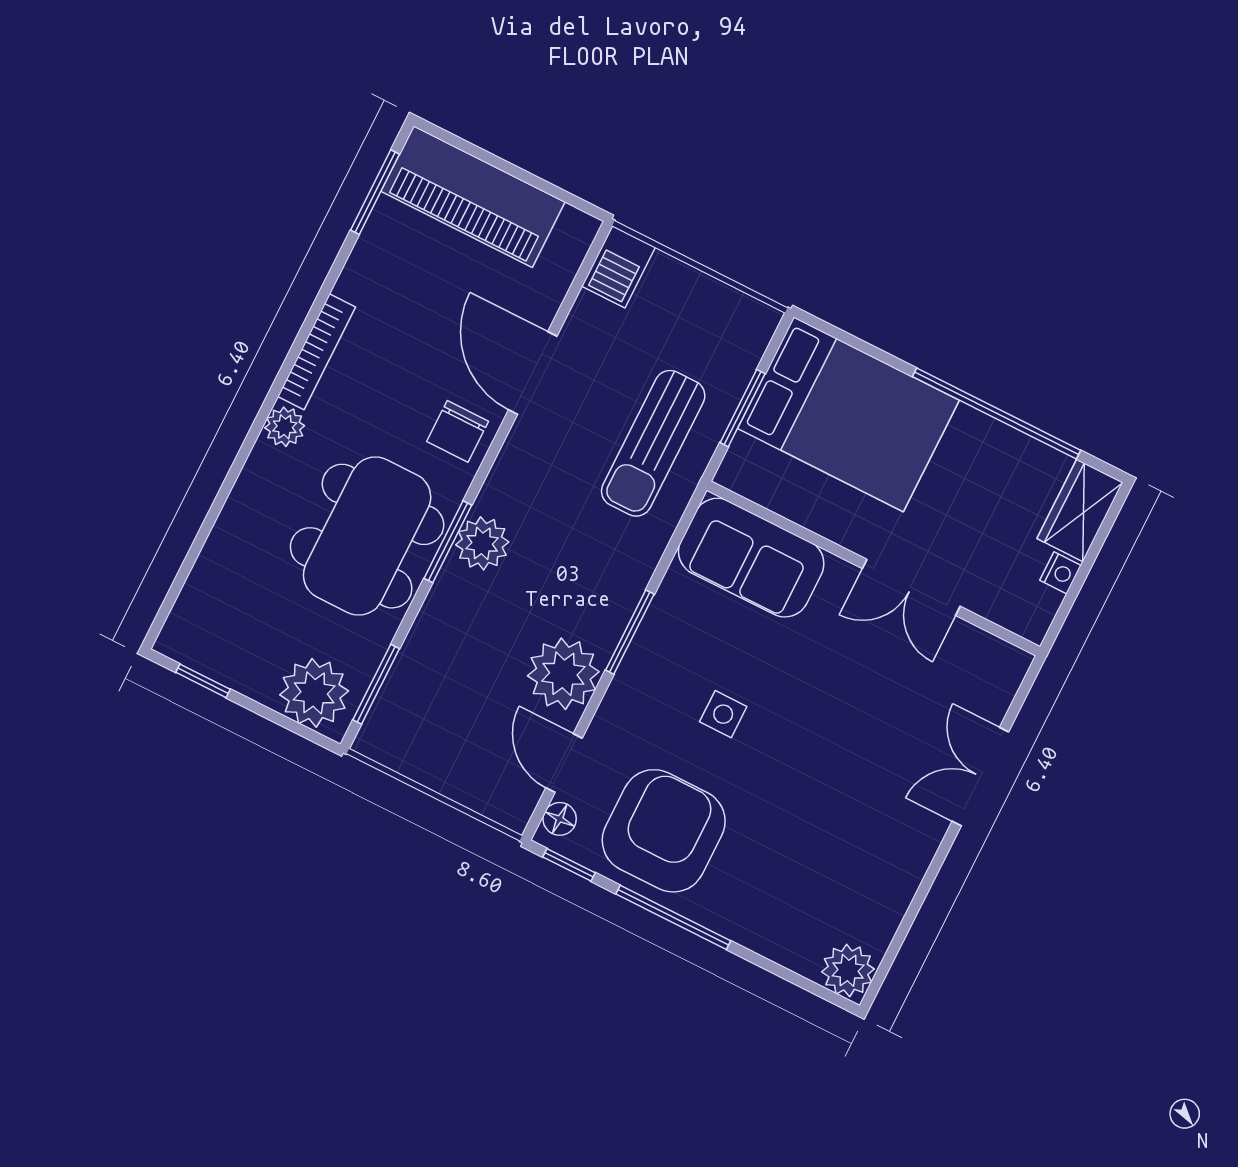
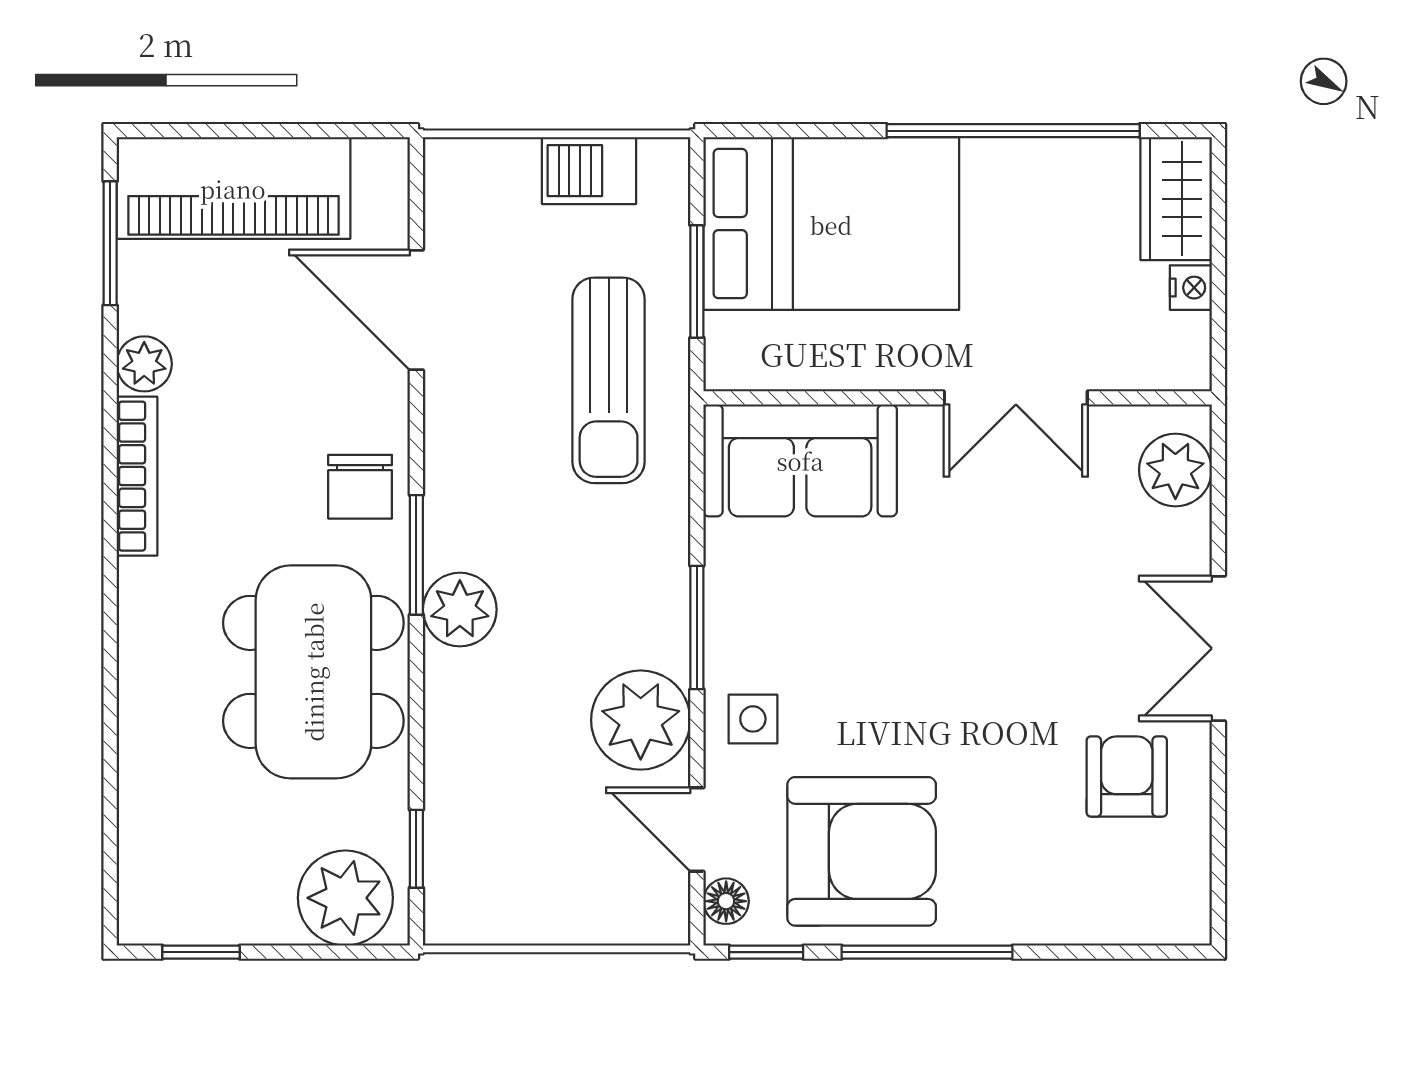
barbecue: (619, 267) -> (589, 171), moved, turned 90
door: (533, 373) -> (416, 310), moved
plant: (285, 427) -> (144, 364), moved
window: (448, 542) -> (416, 555), moved
window: (376, 684) -> (416, 849), width x0.67
side table: (723, 714) -> (753, 719), moved
double door: (980, 777) -> (1218, 648), moved
armchair: (664, 831) -> (862, 851), turned 90
armchair: (860, 869) -> (1127, 777), added
plant: (848, 970) -> (1175, 470), moved

